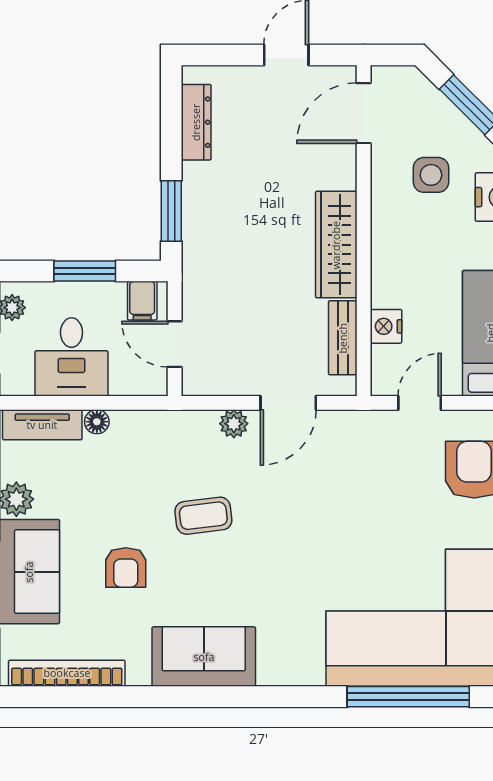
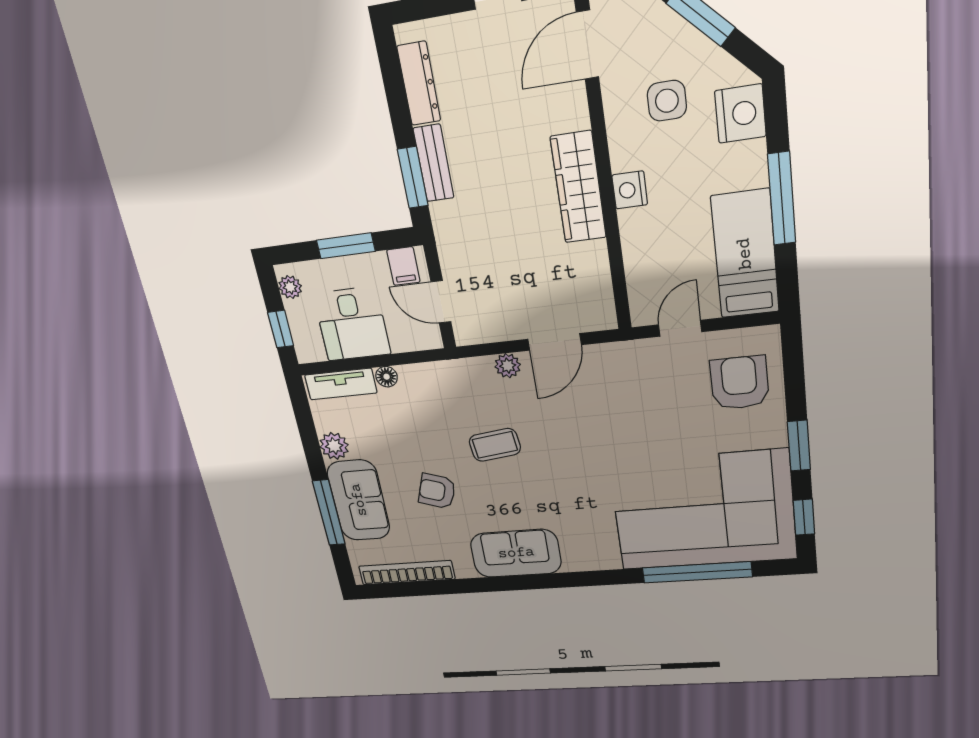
nightstand: (386, 326) -> (630, 190), moved
bench: (343, 338) -> (434, 163), moved
armchair: (126, 567) -> (437, 491), turned 109

